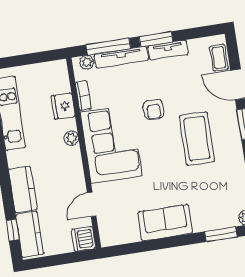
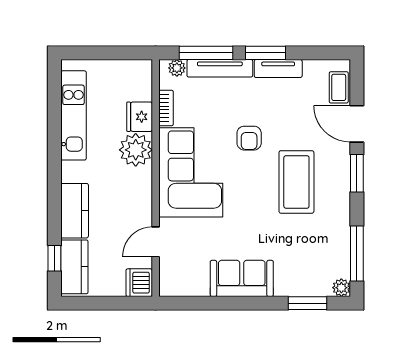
plant: (71, 138) -> (136, 150), width x1.88, depth x1.88

